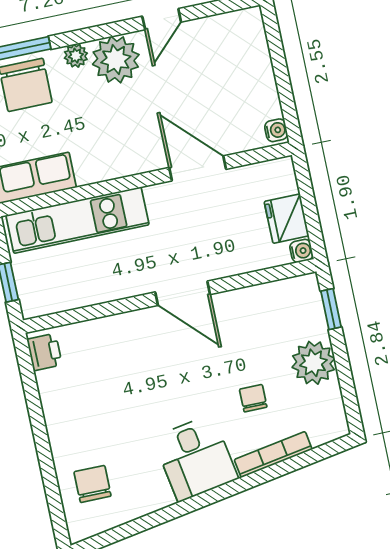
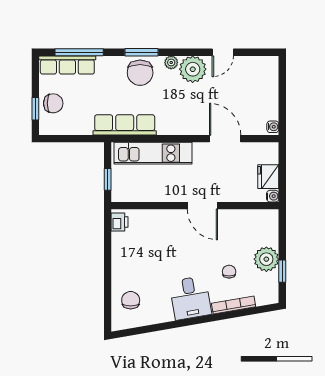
window: (331, 309) -> (282, 271), moved

